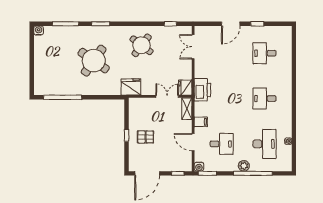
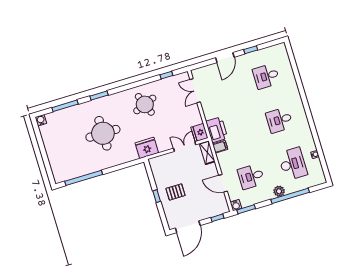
round table: (142, 45) -> (145, 104), turned 31
round table: (94, 61) -> (103, 133), turned -35
filing cabinet: (201, 122) -> (220, 147), moved
desk: (222, 144) -> (251, 177), turned 180

